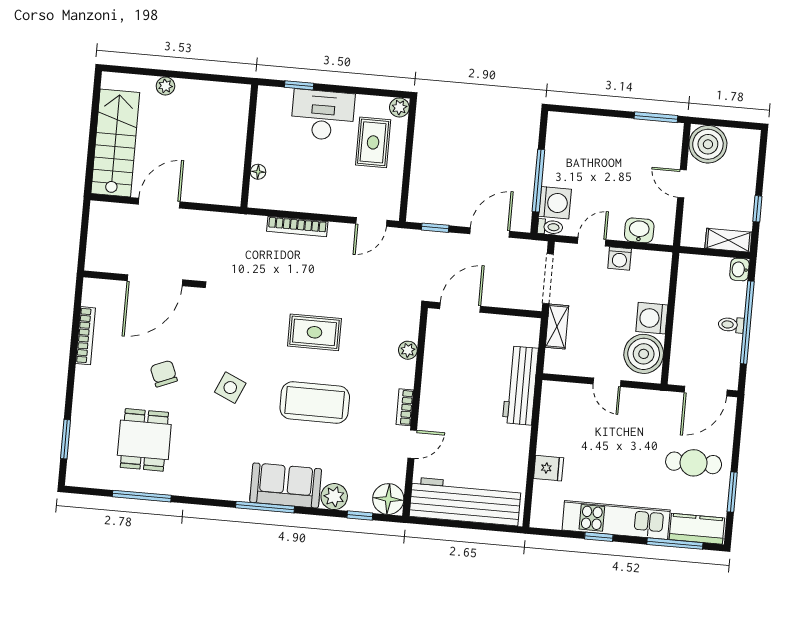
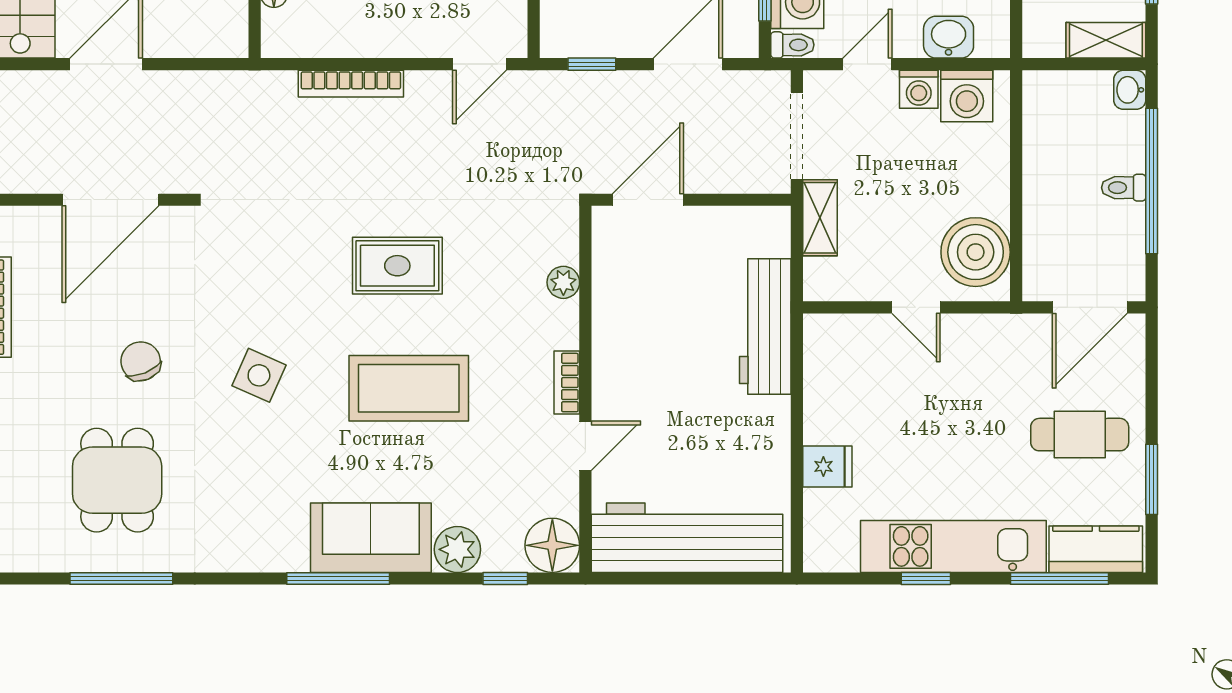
washing machine: (652, 318) -> (967, 96), moved, turned -90

